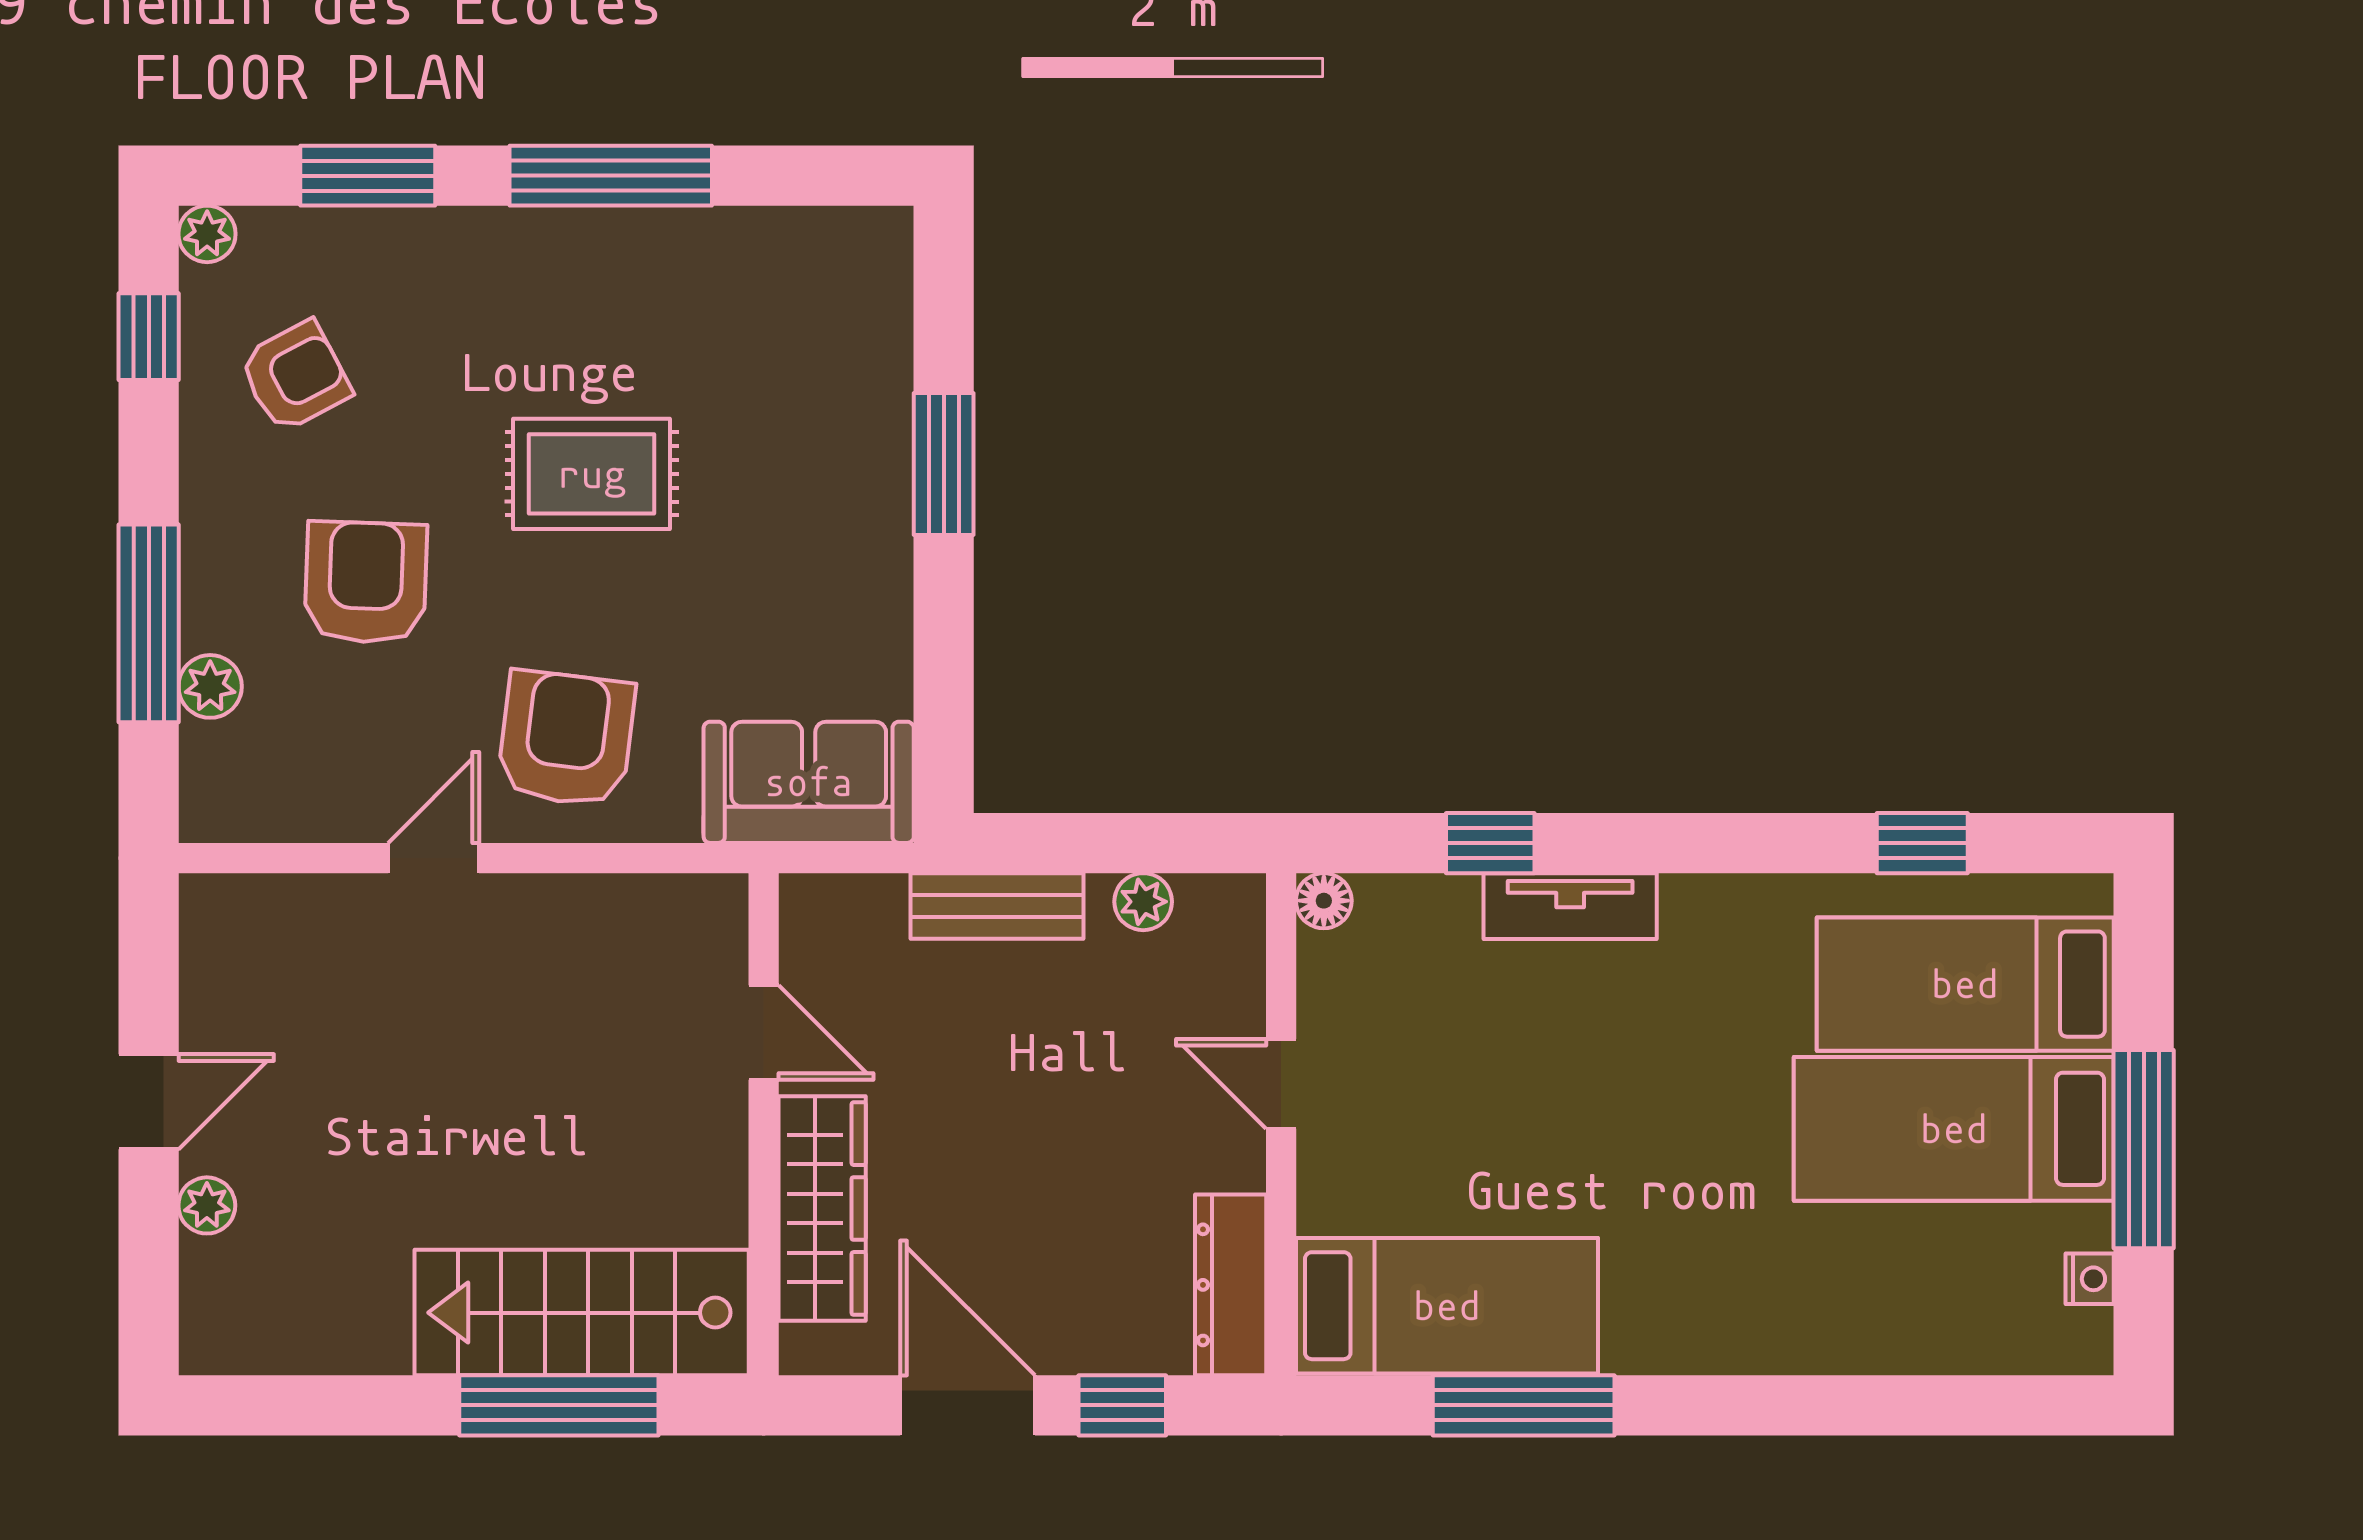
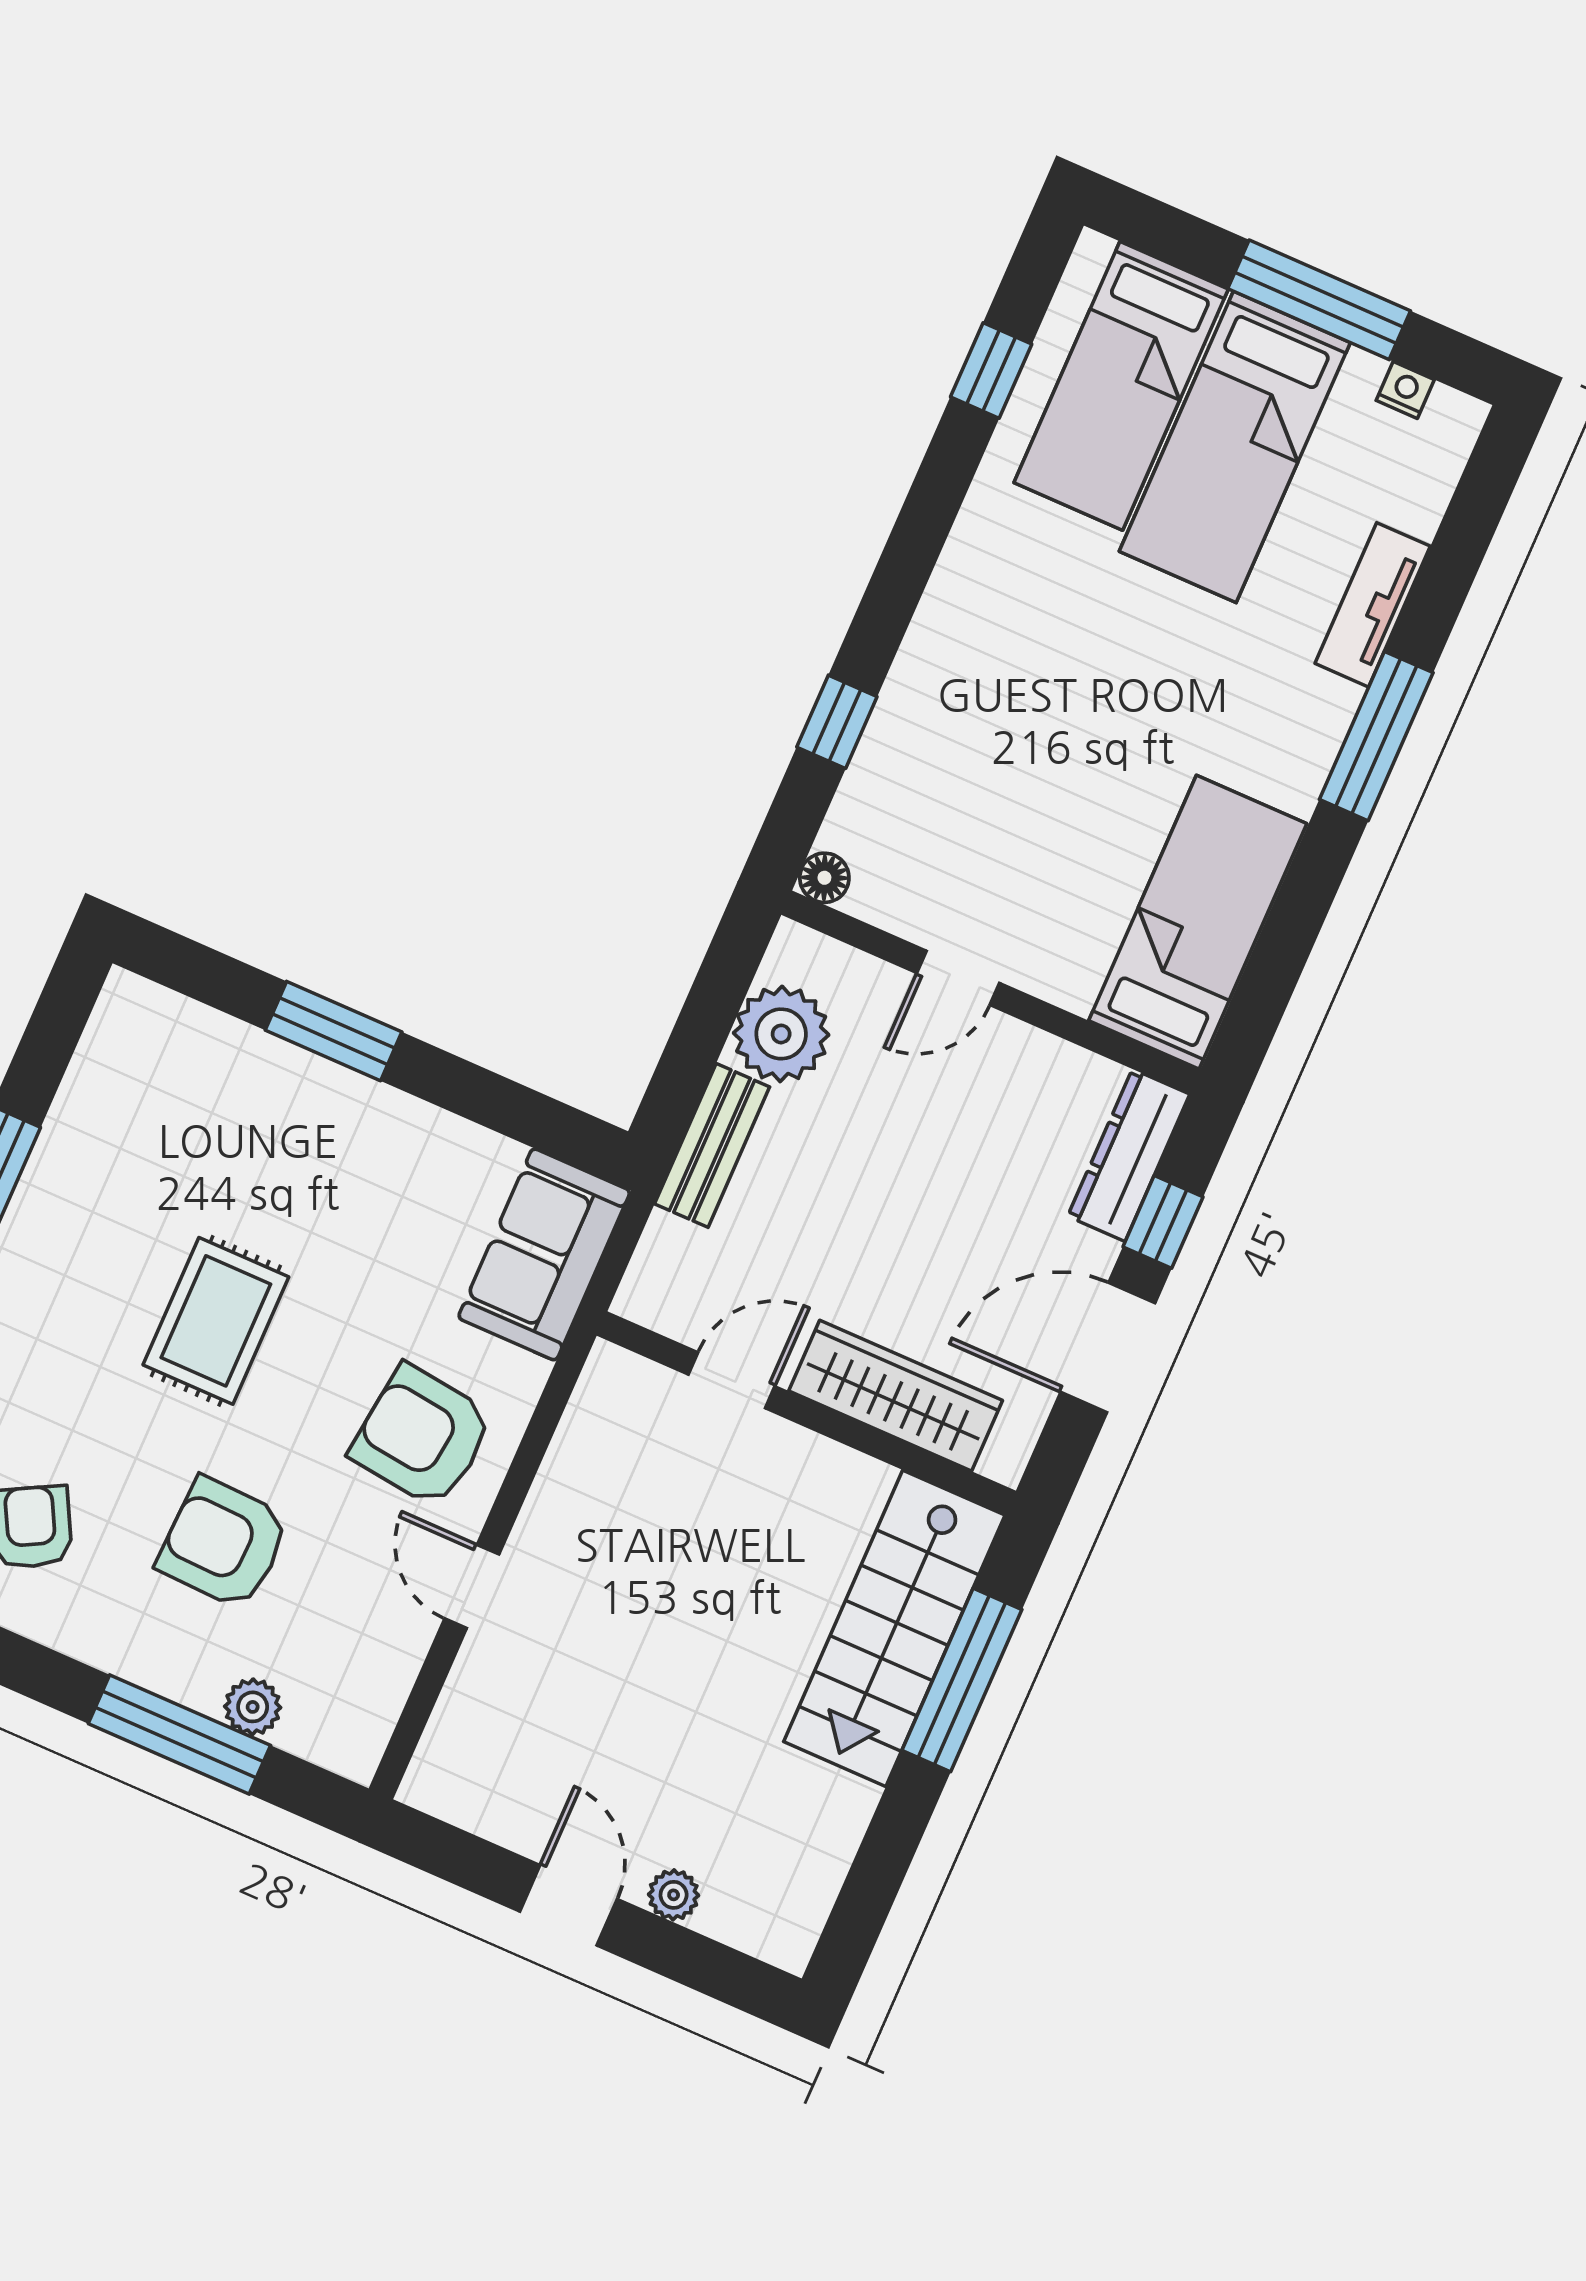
plant: (1143, 902) -> (781, 1034), width x1.88, depth x1.88
tv unit: (1570, 906) -> (1373, 605), moved, turned 180
dresser: (1231, 1285) -> (1129, 1155), moved, turned 90
window: (1524, 1405) -> (1376, 736), moved

